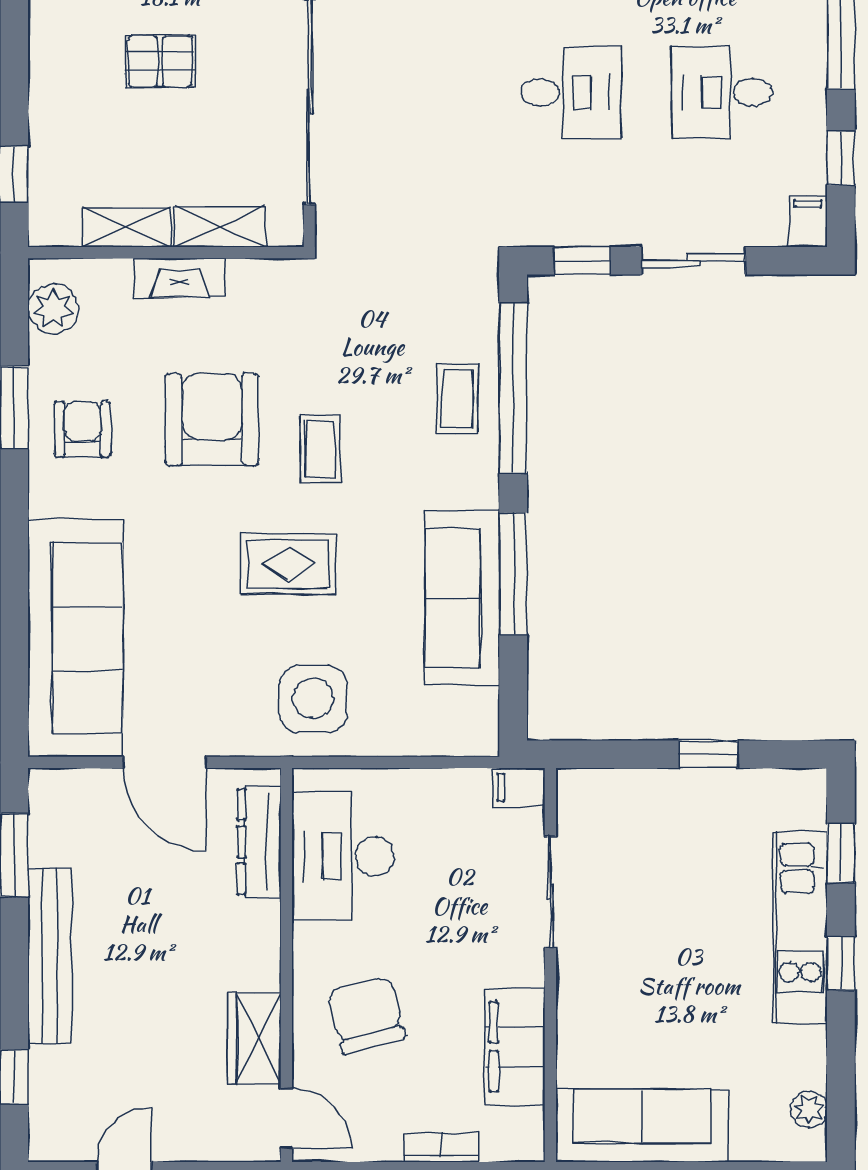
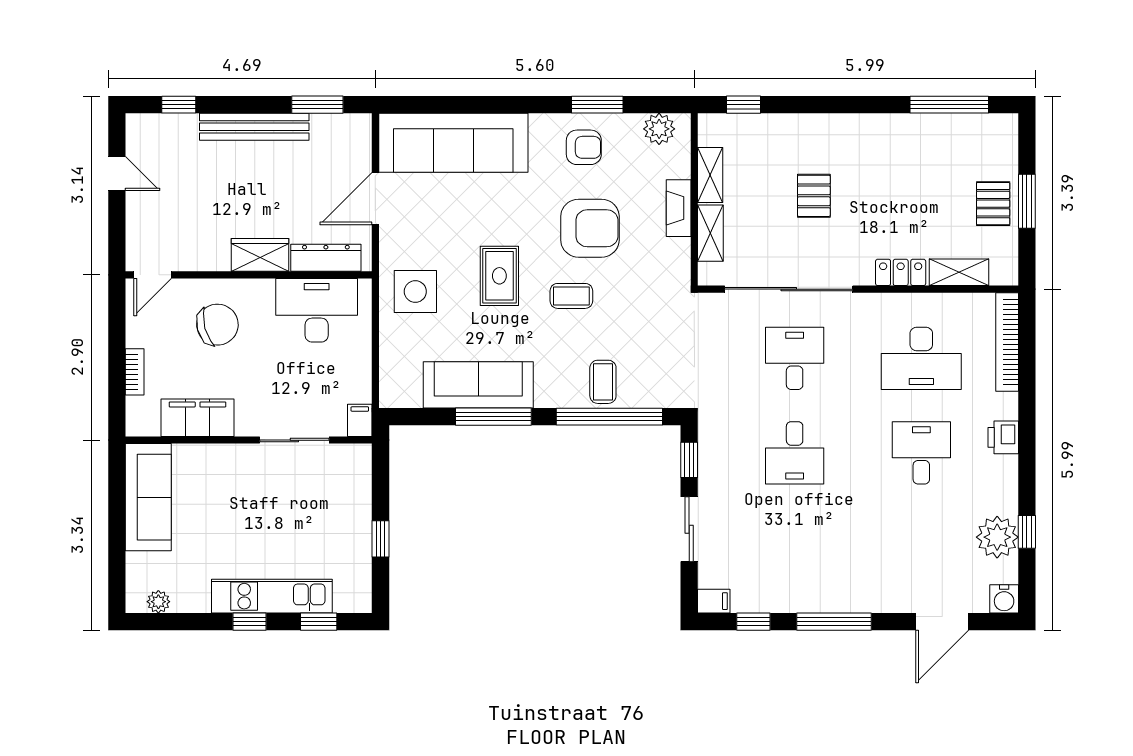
desk: (722, 92) -> (795, 358), moved
coffee table: (457, 399) -> (603, 382), turned 90
wardrobe: (254, 1038) -> (260, 255), moved

